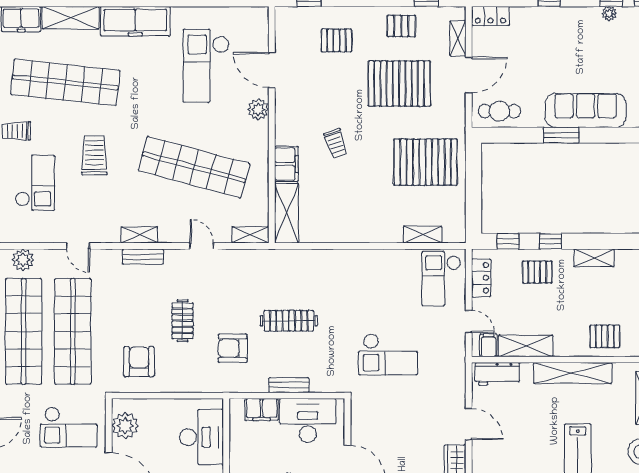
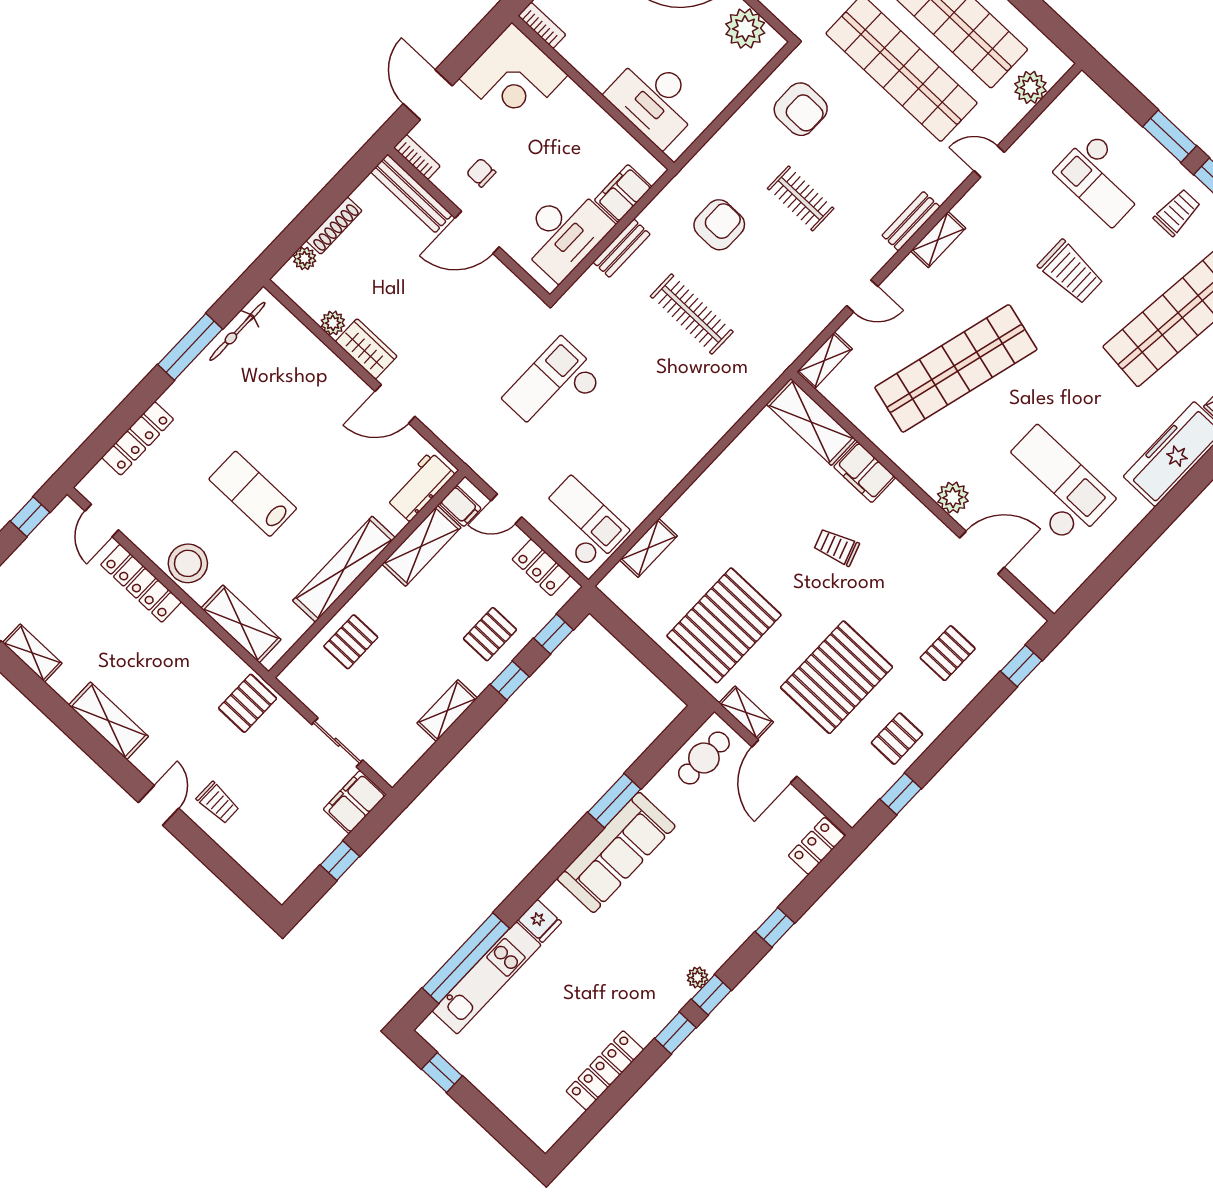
shelving: (458, 38) -> (746, 713), moved
clothes rail: (289, 321) -> (692, 314), turned 90

